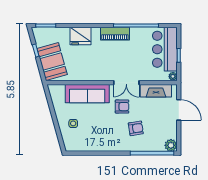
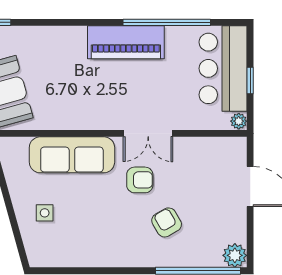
piano: (115, 34) -> (126, 42), width x1.37, depth x1.33
fridge: (81, 36) -> (59, 43), removed
fireplace: (156, 91) -> (206, 149), removed
armchair: (136, 128) -> (167, 222), turned -111

